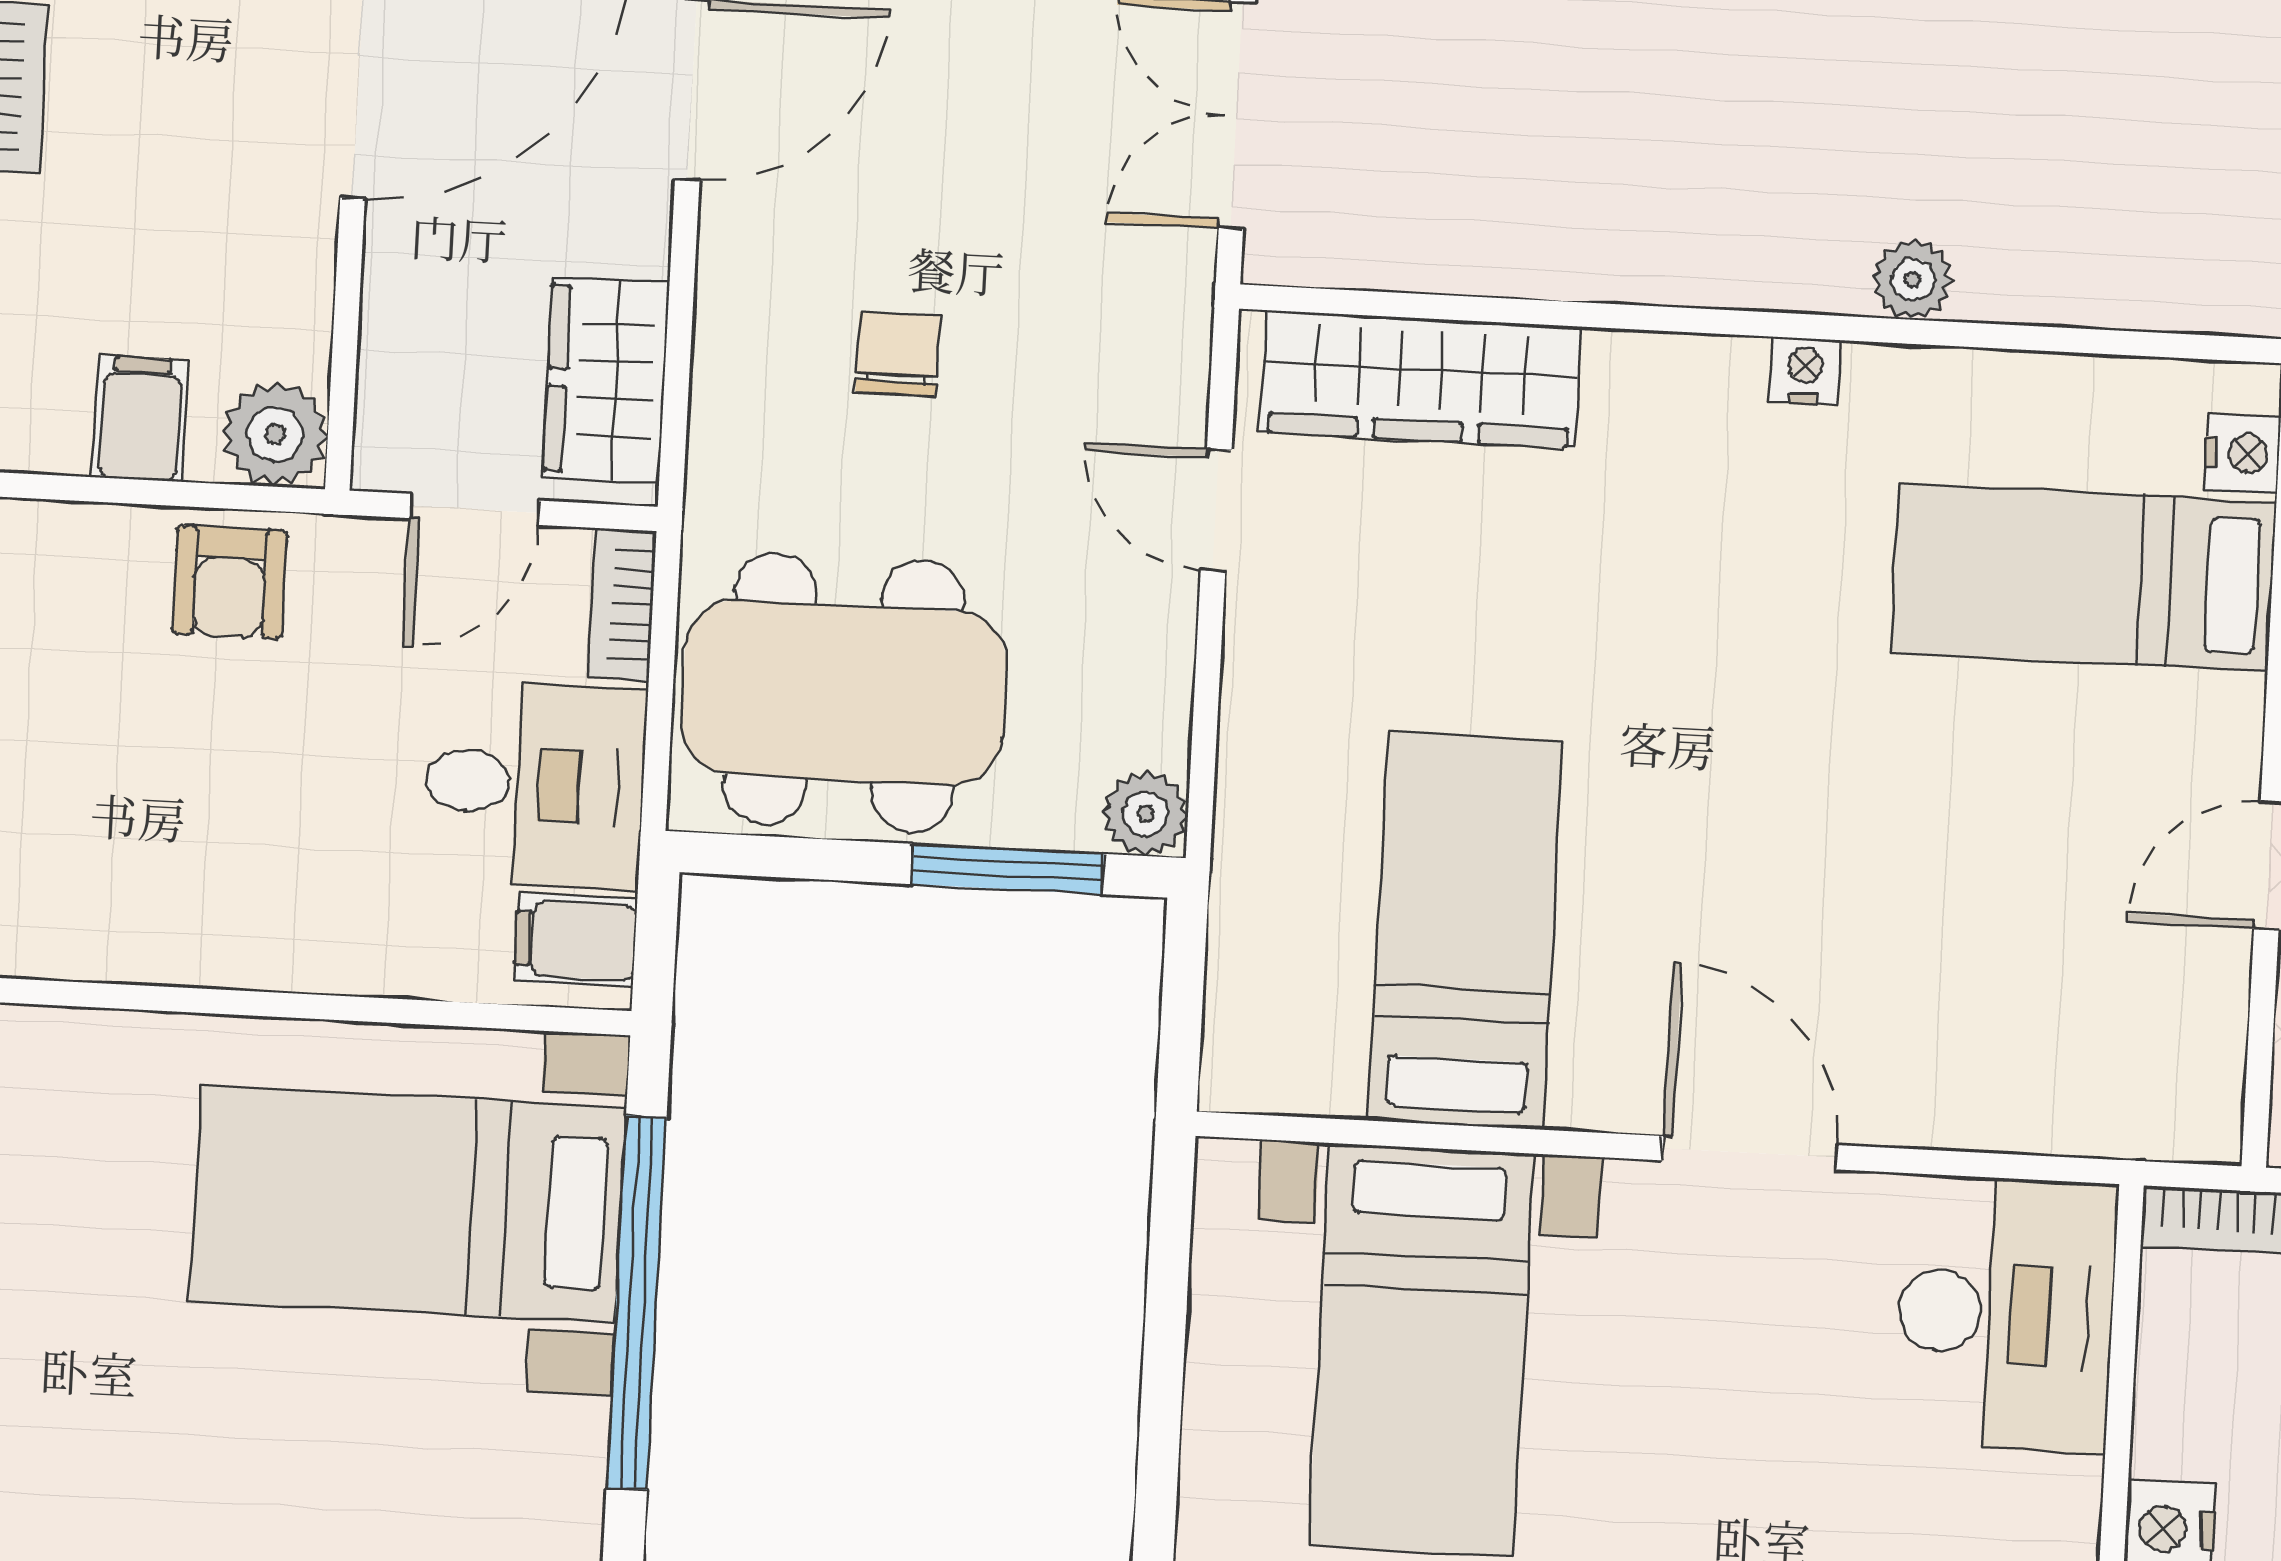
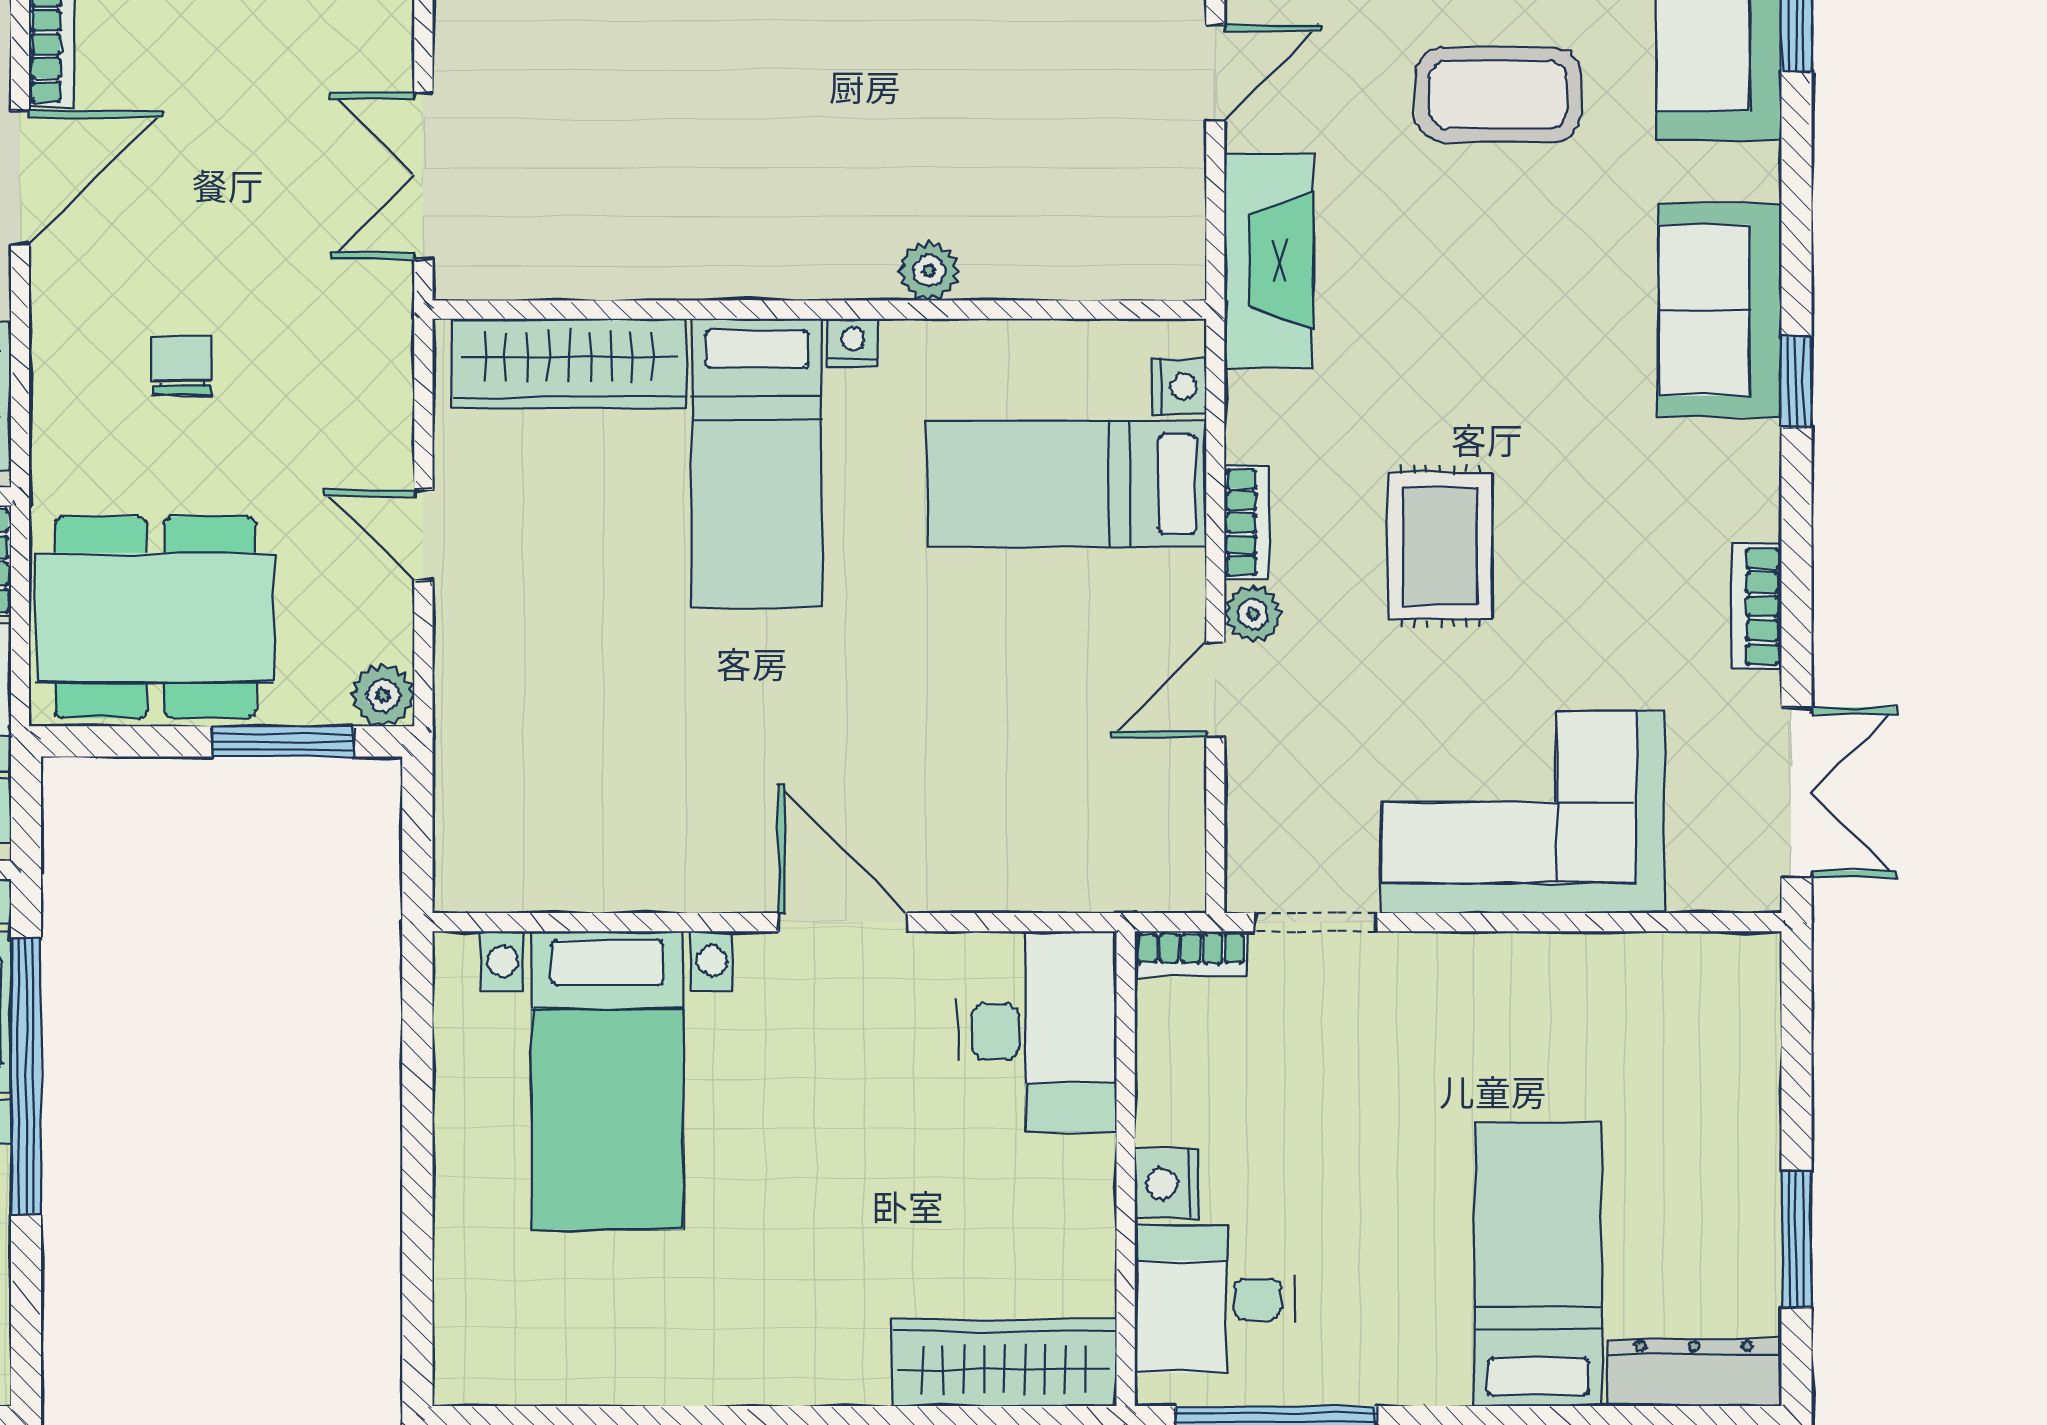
door: (1216, 510) -> (423, 535), moved
bed: (1465, 930) -> (757, 463), moved, turned 180

